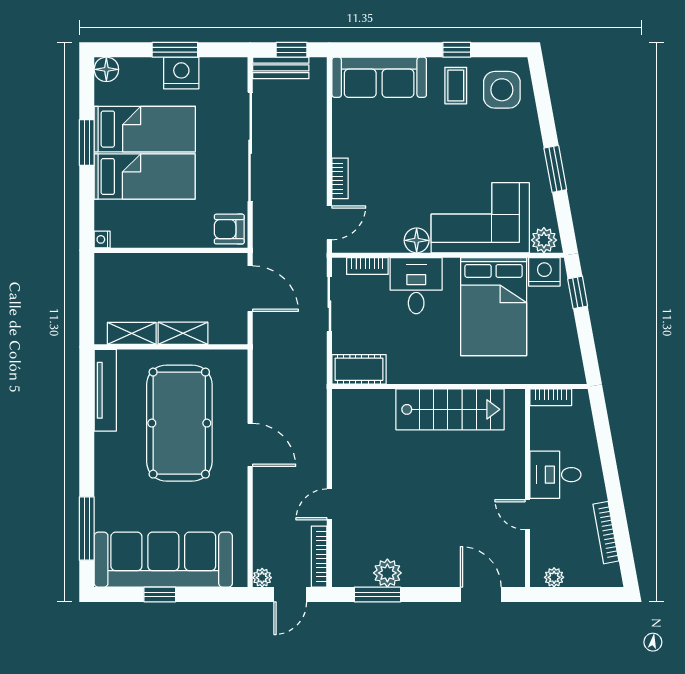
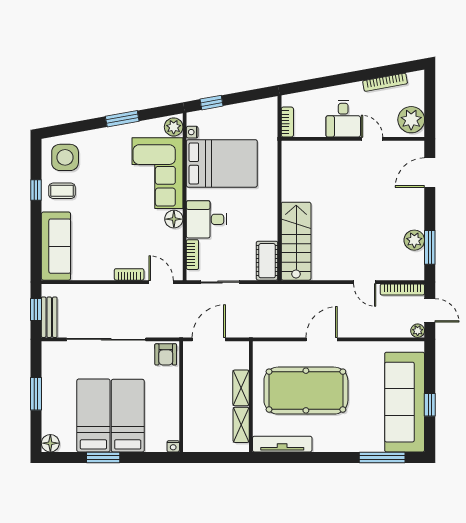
nightstand: (181, 73) -> (53, 389), removed
nightstand: (544, 272) -> (192, 132), width x0.53, depth x0.56
stairs: (450, 409) -> (296, 241), moved
door: (528, 515) -> (372, 139), swing flipped
plant: (554, 577) -> (411, 120), width x1.87, depth x1.87

